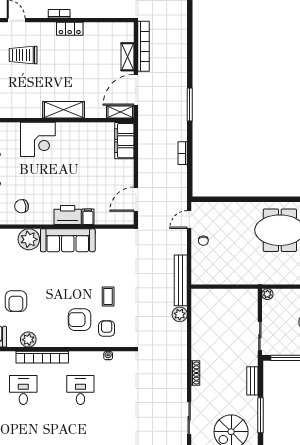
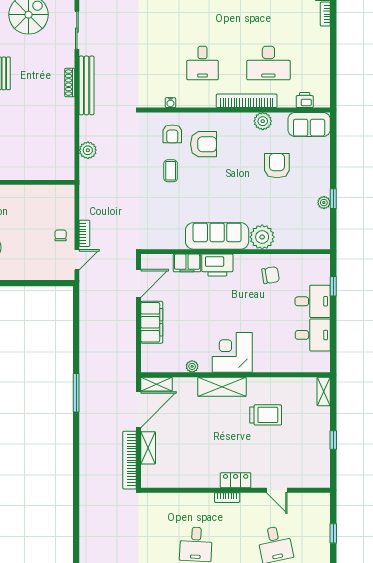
locker: (70, 29) -> (236, 480), moved
trolley: (23, 55) -> (266, 415), moved
plant: (89, 127) -> (192, 366), added
corner desk: (38, 139) -> (232, 352), moved
filing cabinet: (124, 141) -> (152, 322), moved
bookcase: (183, 153) -> (84, 233), moved
filing cabinet: (88, 217) -> (187, 263), width x2.00
bench: (181, 280) -> (87, 85), moved
desk: (23, 390) -> (268, 63), width x1.37

